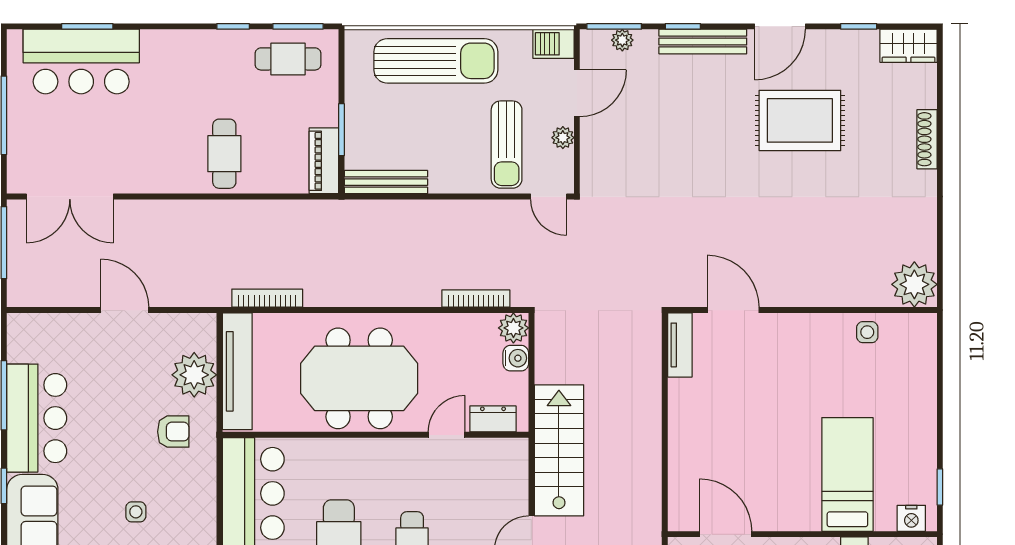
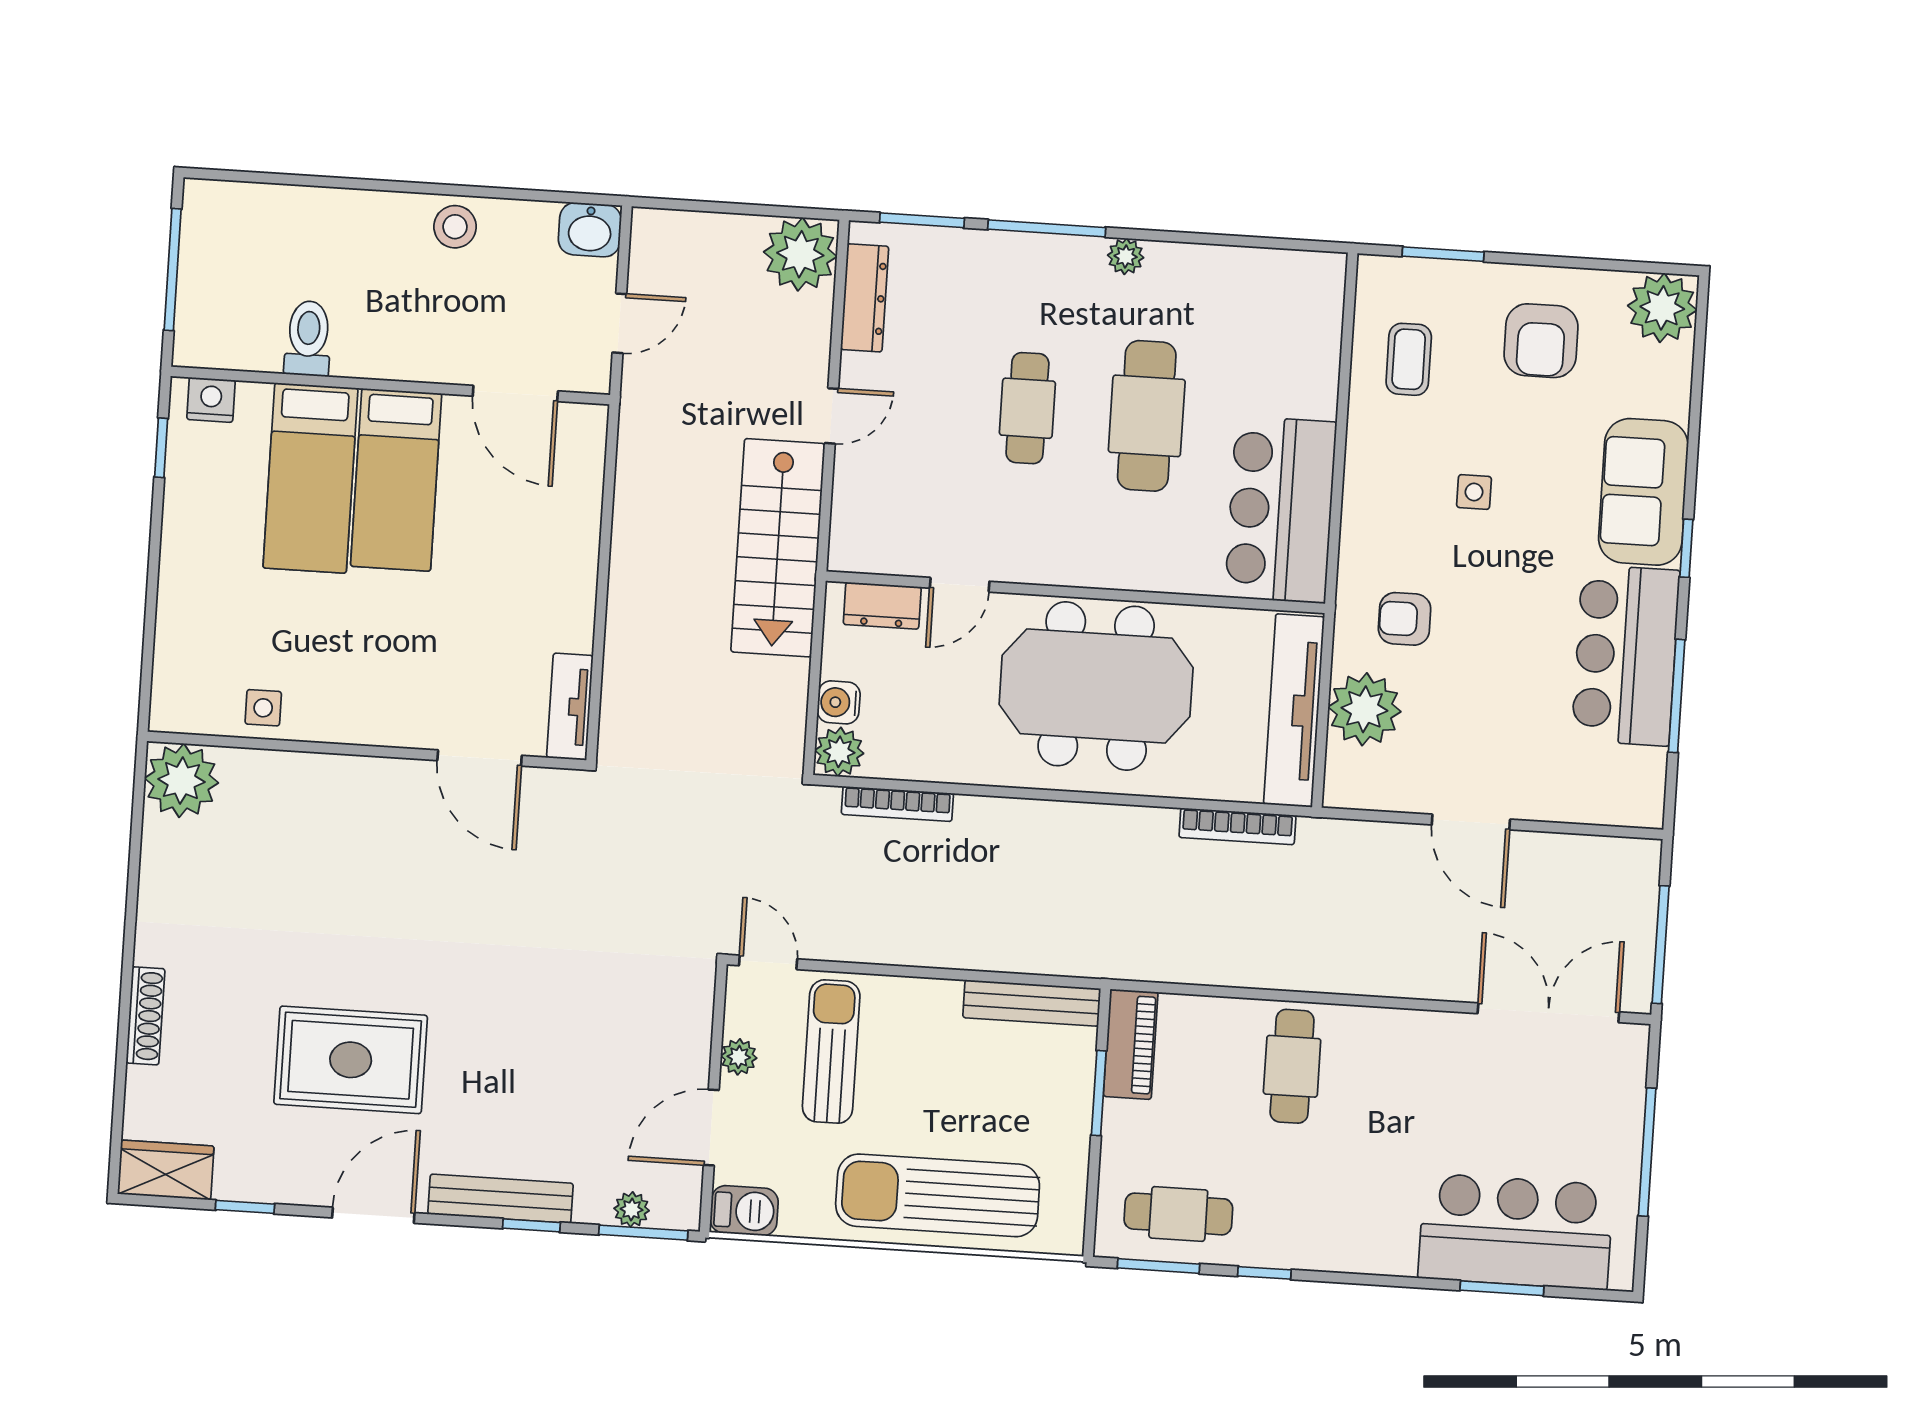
bed: (795, 477) -> (396, 480), added

